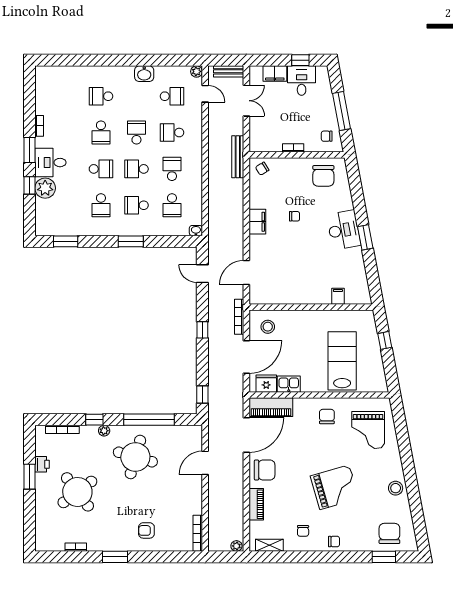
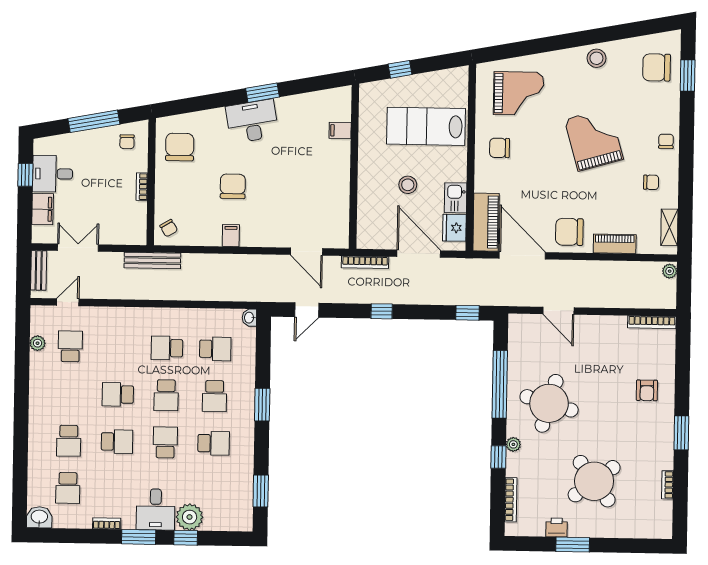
plant: (197, 71) -> (38, 343), moved
washbasin: (144, 74) -> (39, 517), moved, turned -90
school desk: (172, 133) -> (68, 488), moved
chair: (323, 176) -> (180, 147), turned -90
chair: (295, 216) -> (233, 186), width x1.87, depth x1.87
filing cabinet: (257, 222) -> (231, 236), width x0.50
stool: (268, 327) -> (408, 185), moved
chair: (265, 470) -> (569, 232), turned -90

